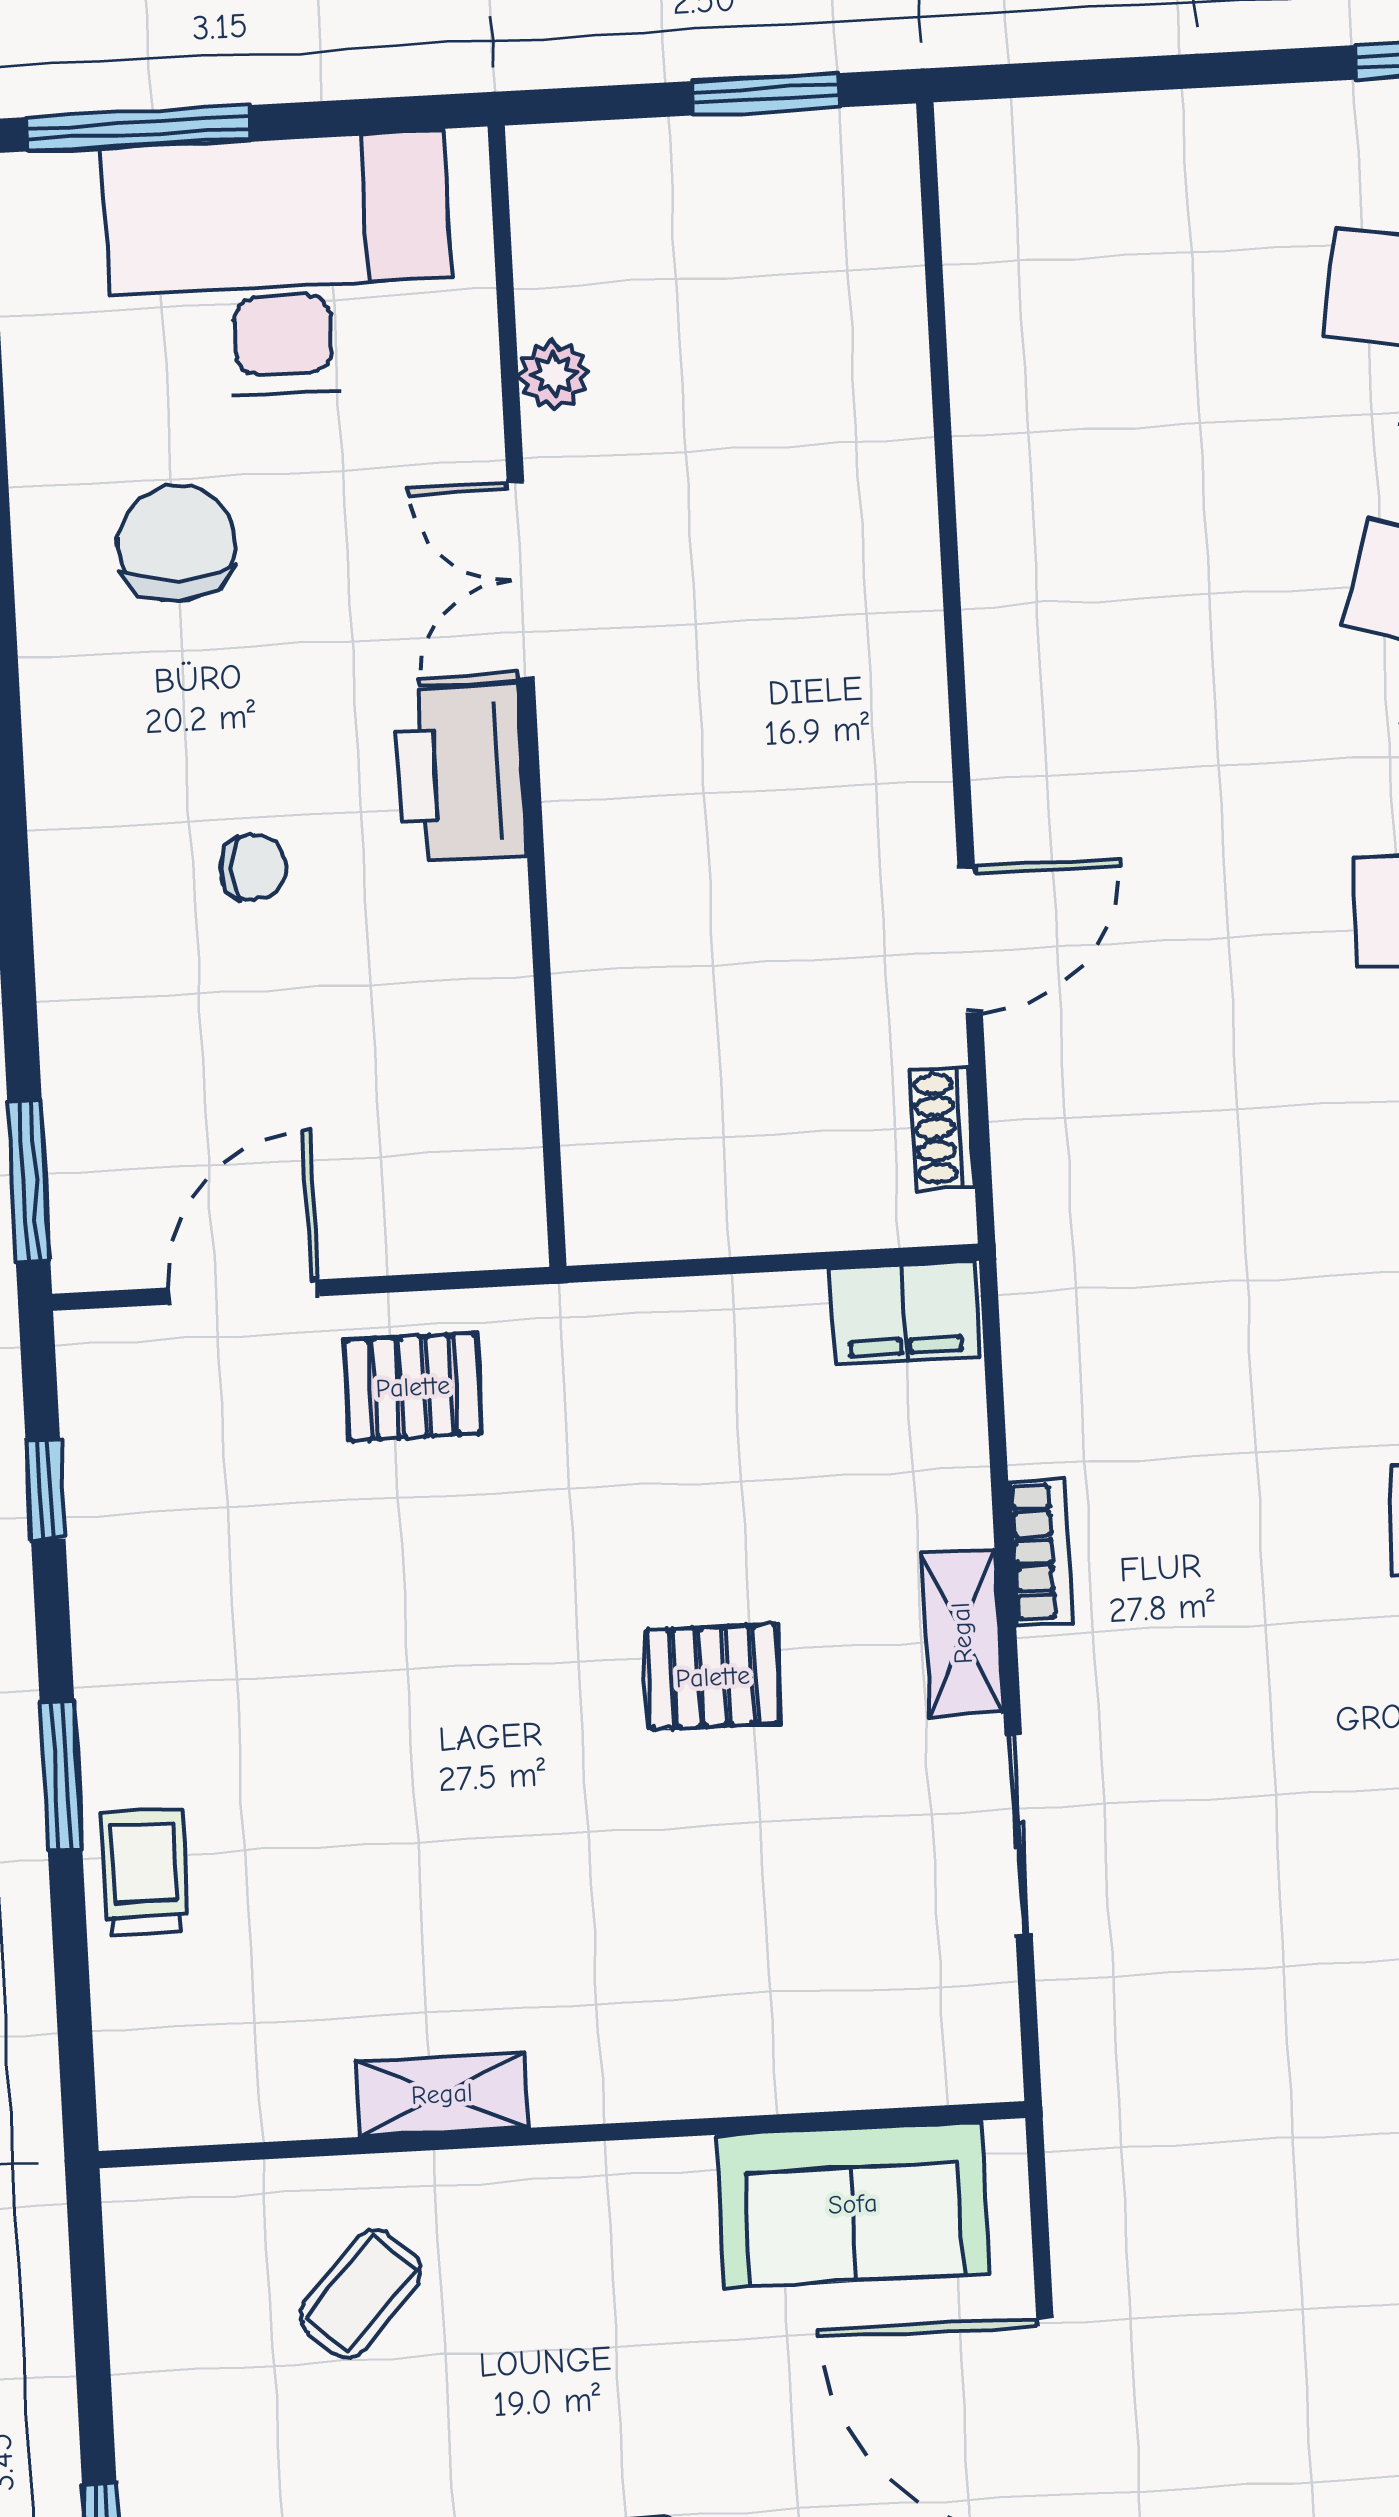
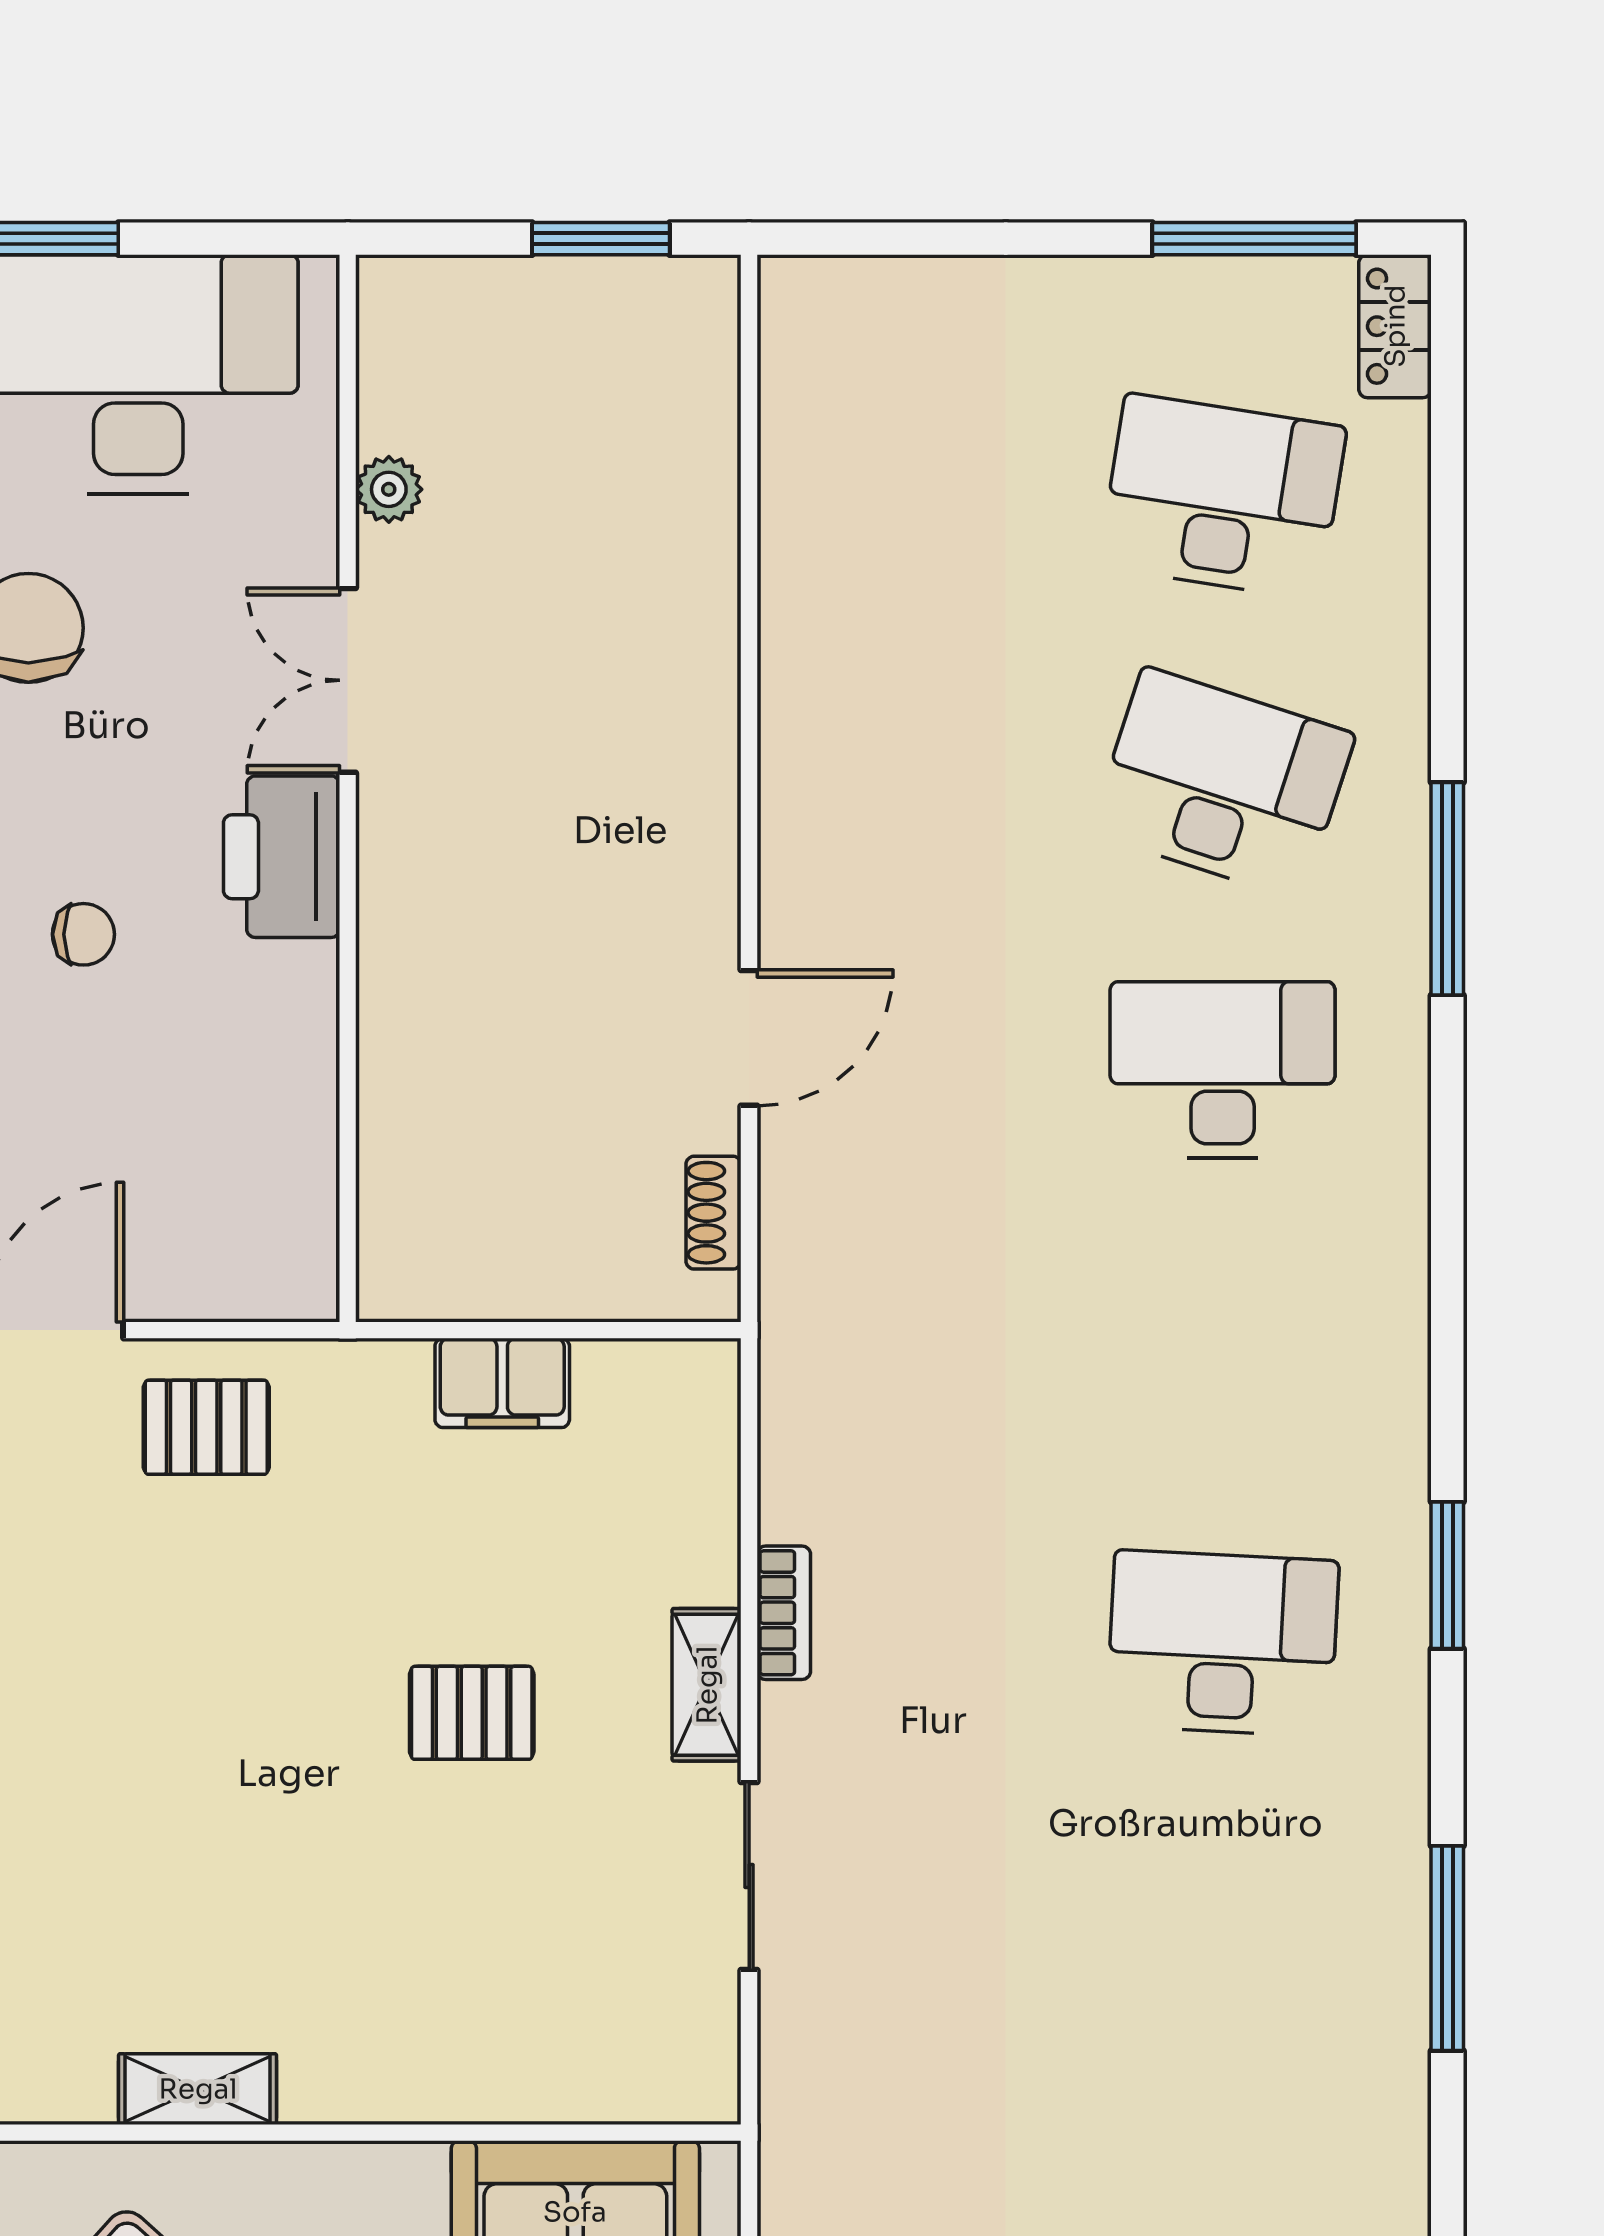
filing cabinet: (904, 1313) -> (502, 1383), moved

